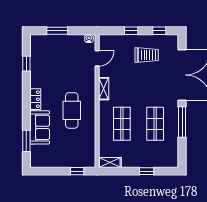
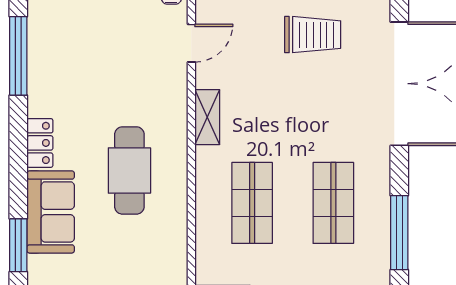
window: (26, 64) -> (18, 56), width x2.17
window: (182, 122) -> (399, 233), moved

